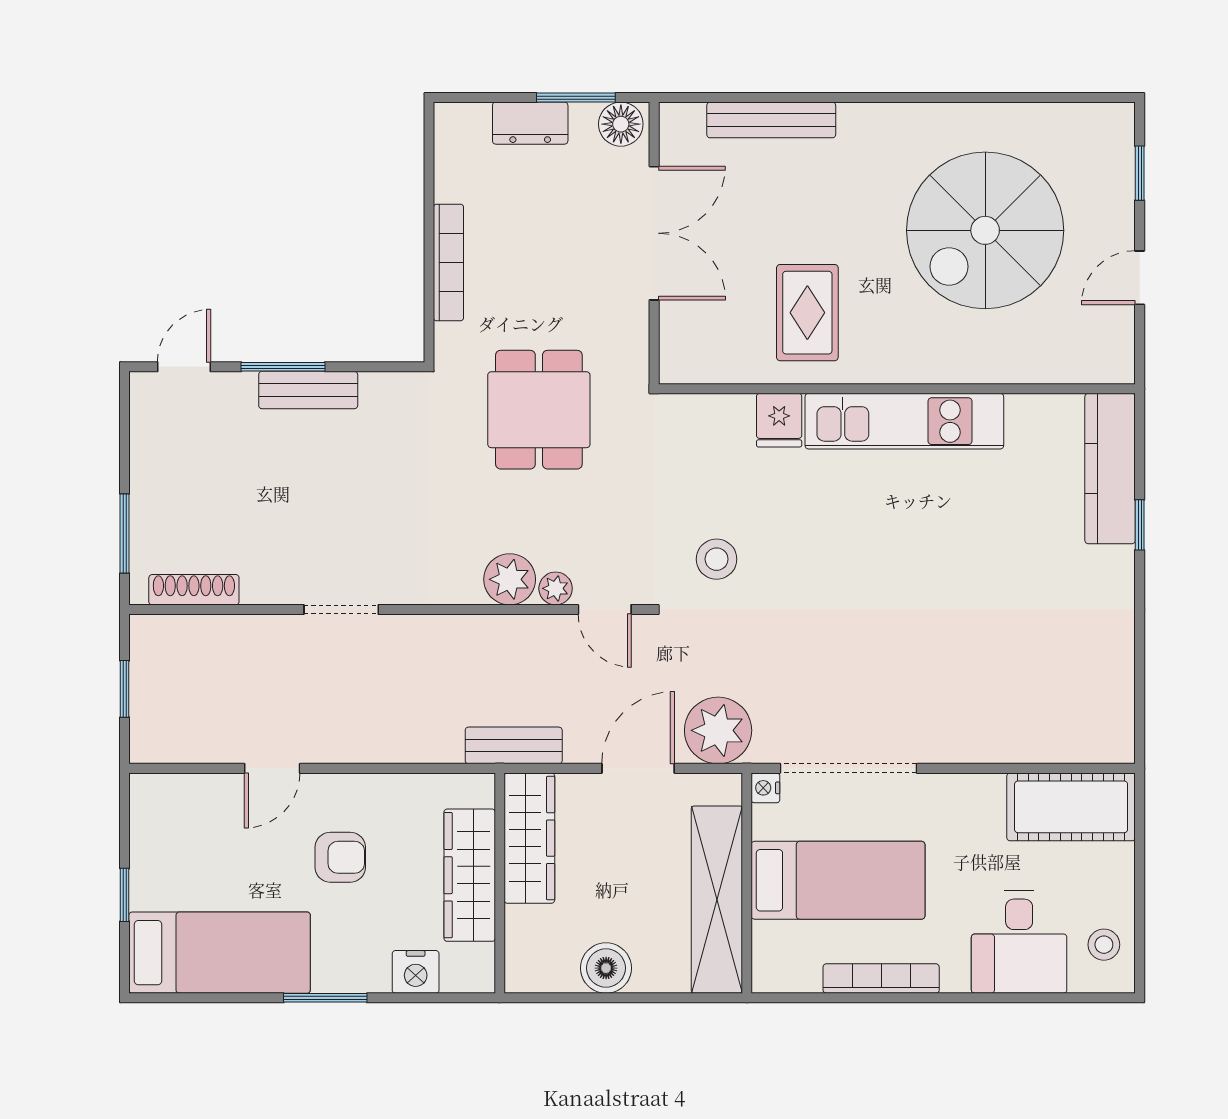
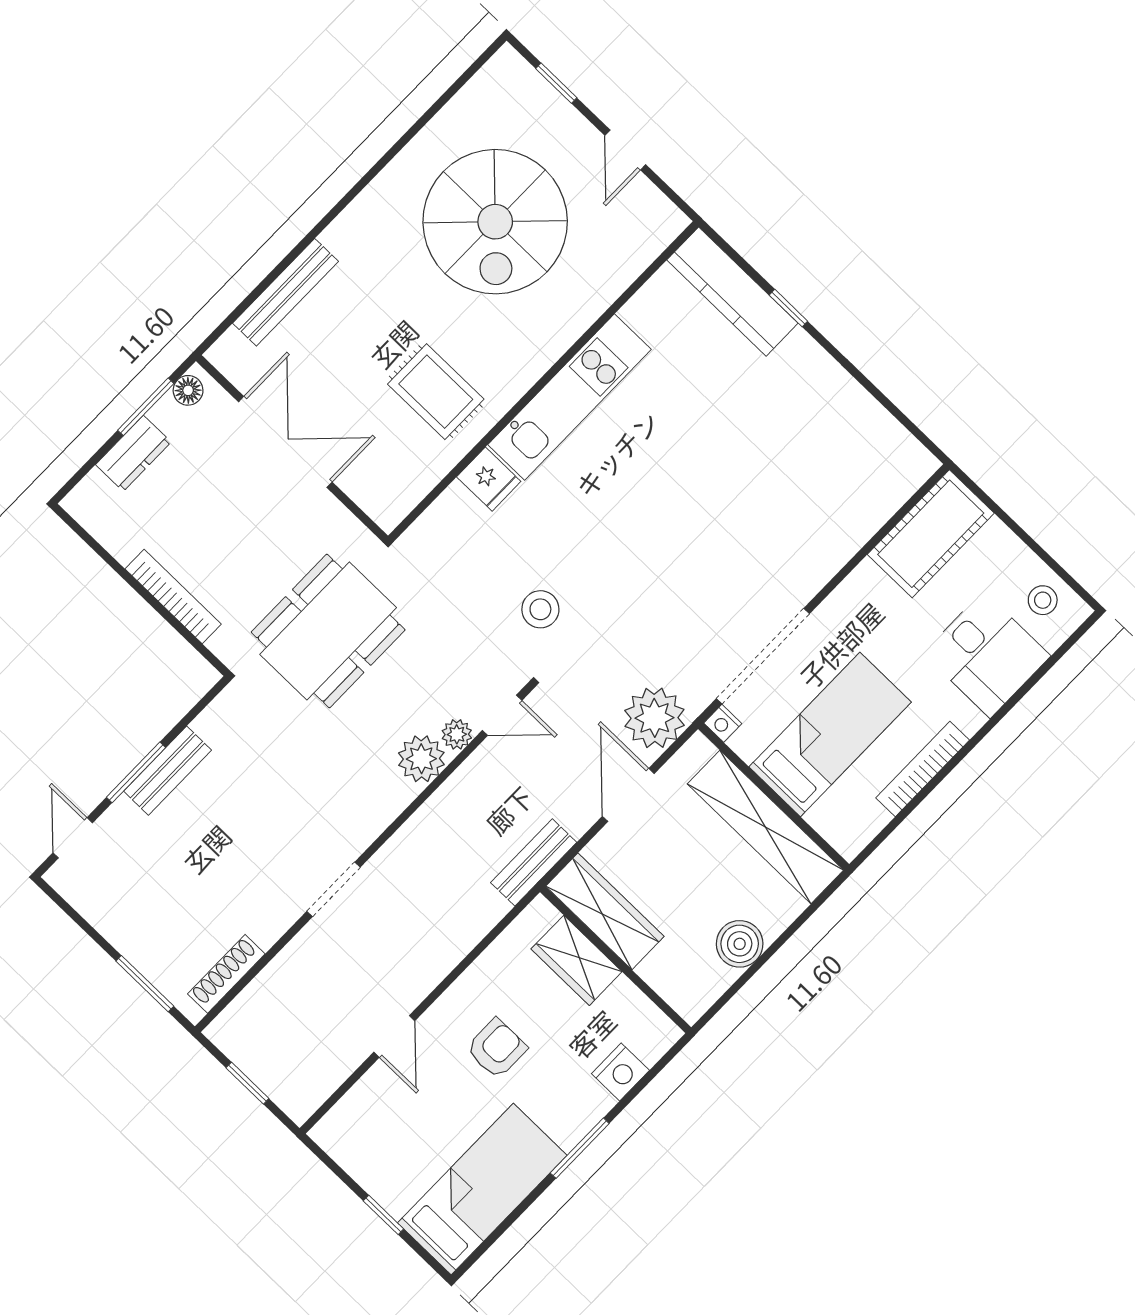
floor lamp: (621, 124) -> (188, 390), width x0.73, depth x0.73
dining table: (539, 410) -> (328, 631), width x1.38
wardrobe: (470, 875) -> (577, 960), width x0.67

